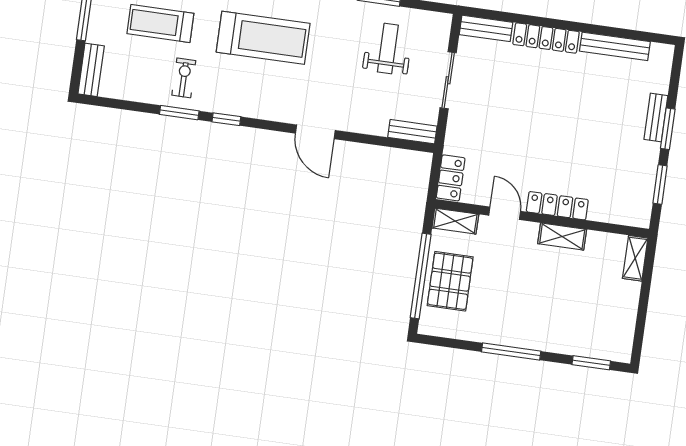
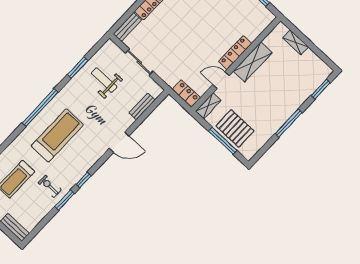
bench: (412, 132) -> (142, 106), moved
shelving: (562, 237) -> (253, 62), width x1.50, depth x1.33
shelving: (635, 258) -> (296, 42), moved
window: (421, 276) -> (223, 141), width x0.68

